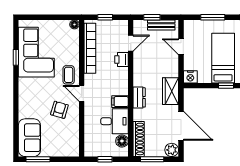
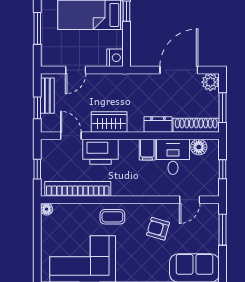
printer: (122, 59) -> (101, 152), width x1.87, depth x1.48
wardrobe: (171, 91) -> (109, 122), moved, turned 180
door: (82, 93) -> (190, 200), moved
dresser: (139, 97) -> (158, 125), moved
window: (38, 159) -> (223, 230), moved

